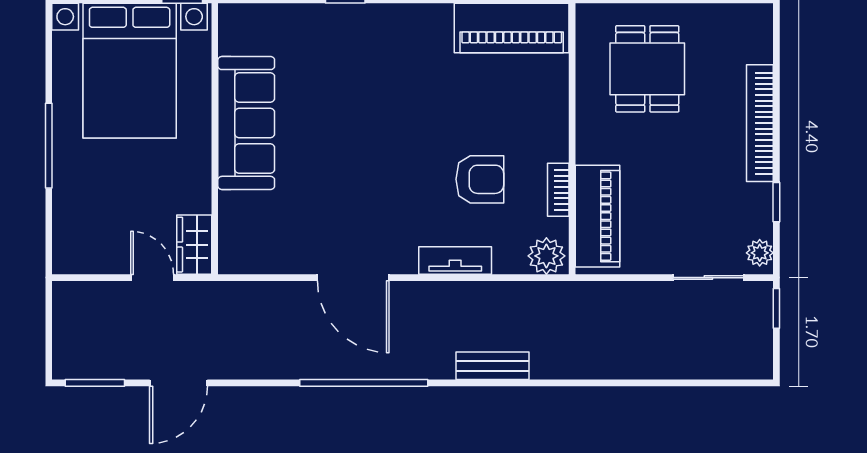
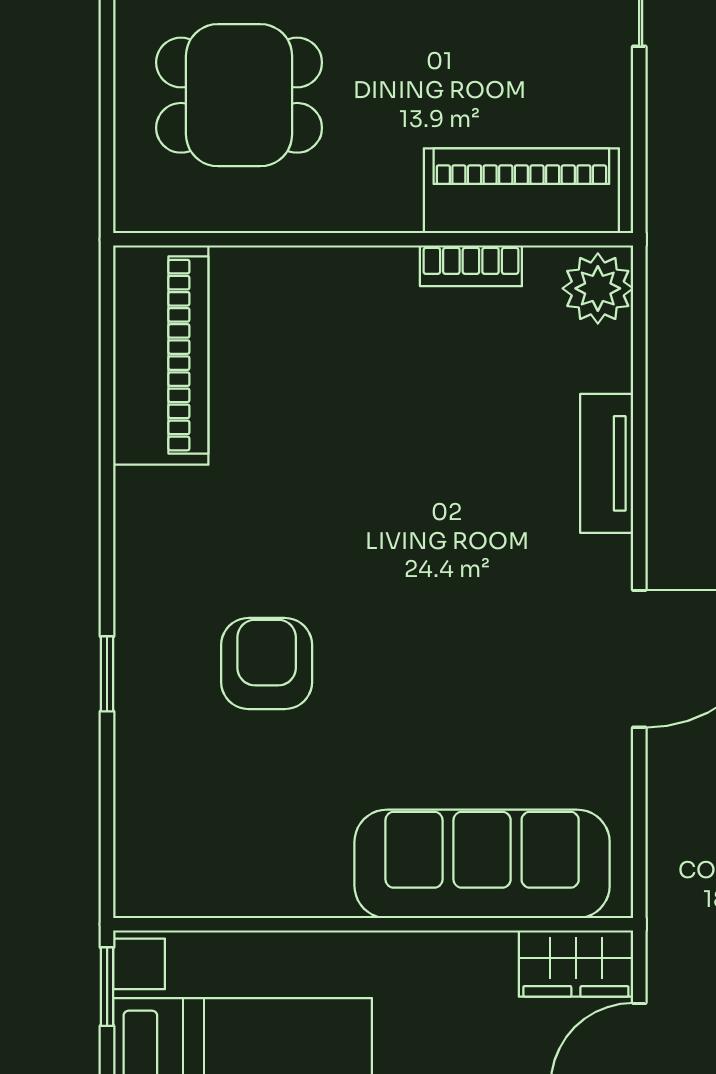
sofa: (246, 123) -> (482, 864), moved
armchair: (480, 179) -> (267, 663), moved

